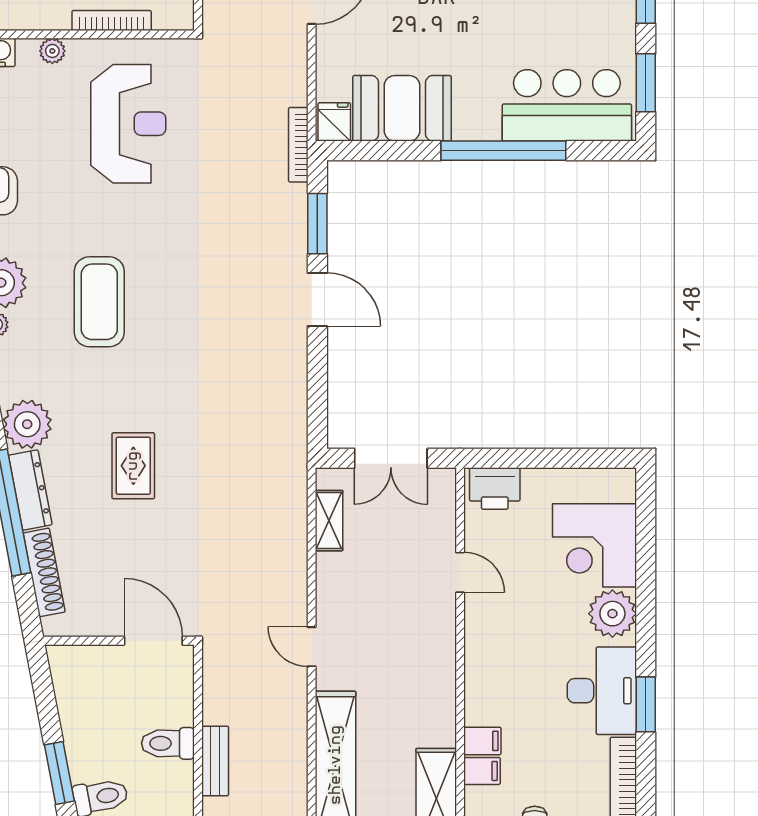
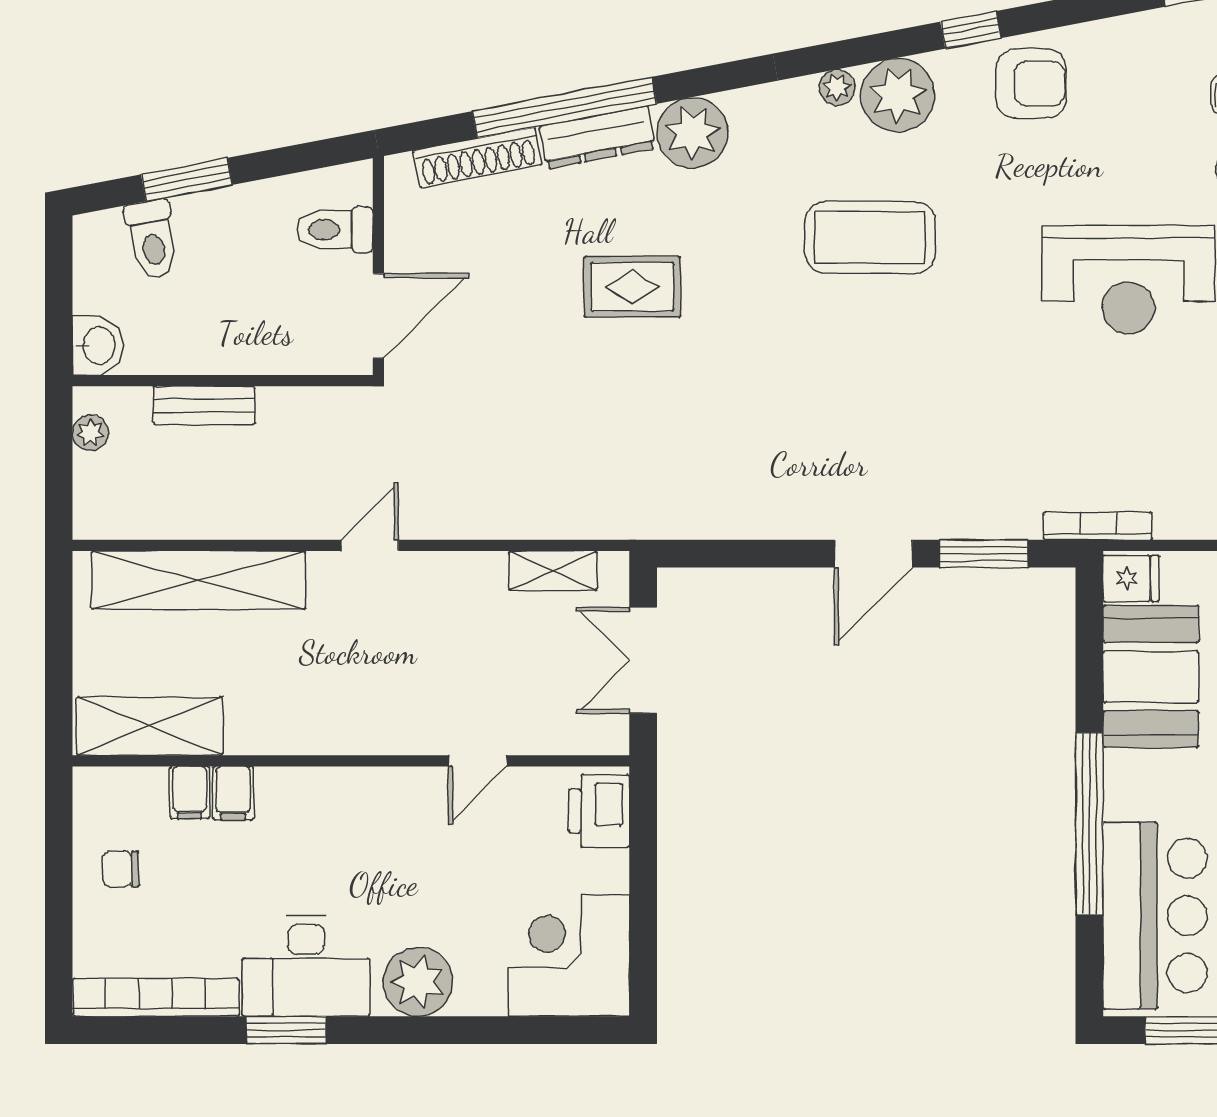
corner desk: (594, 545) -> (569, 956), moved
toilet: (168, 743) -> (335, 230), moved, turned -90

